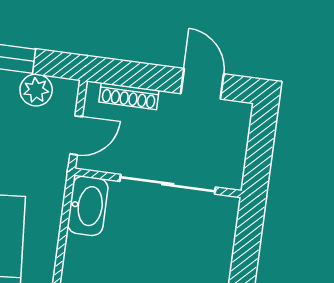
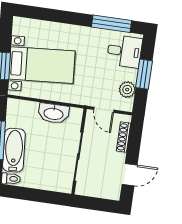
washbasin: (88, 206) -> (54, 113), moved

